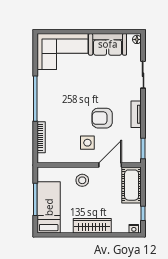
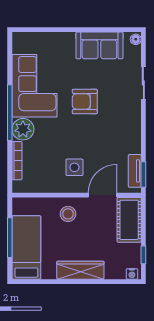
corner sofa: (62, 52) -> (34, 86), moved, turned -90
plant: (46, 112) -> (23, 129), added
tv unit: (136, 114) -> (135, 171), moved
armchair: (102, 118) -> (85, 101), moved

